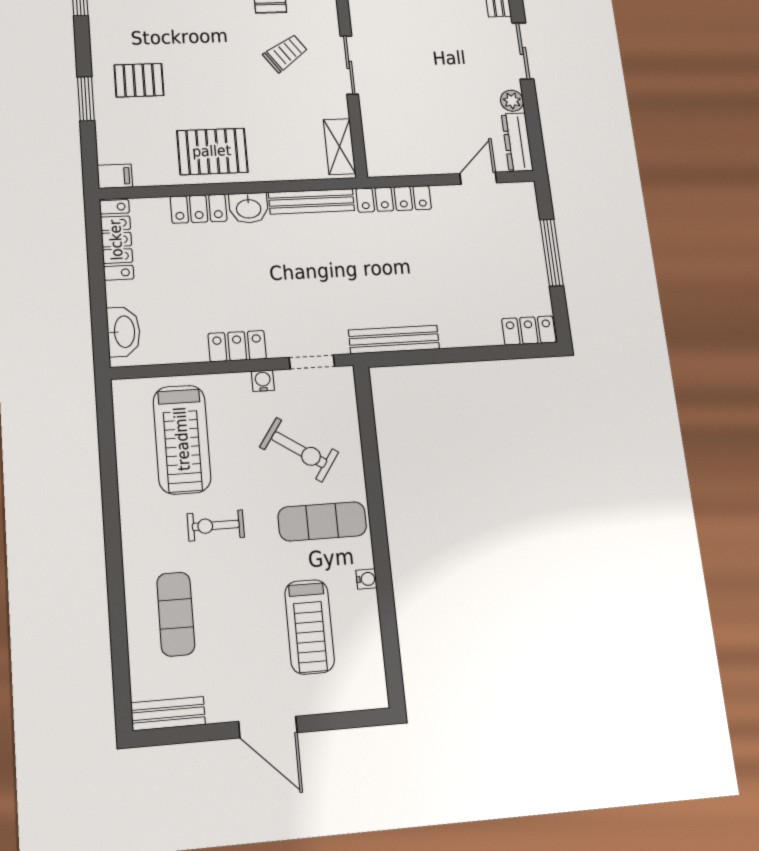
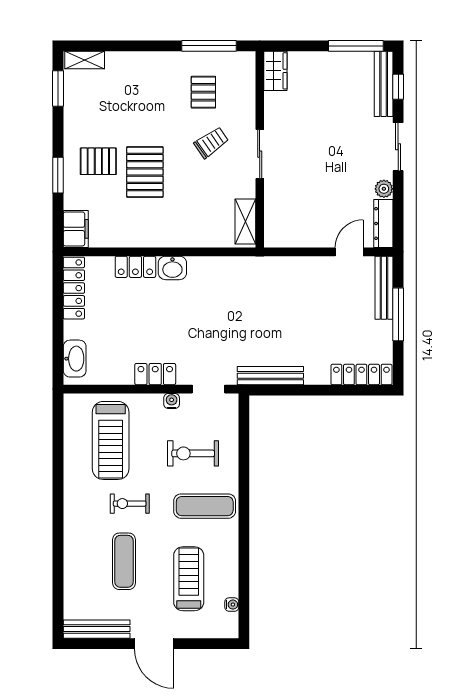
pallet: (212, 151) -> (145, 172), moved, turned 90
filing cabinet: (115, 176) -> (76, 229), width x2.00
locker: (394, 199) -> (282, 266), removed
bench: (311, 201) -> (384, 288), moved, turned 90
locker: (529, 330) -> (361, 375), width x1.53
exercise bike: (299, 450) -> (193, 453), turned 146
water cooler: (366, 579) -> (232, 605), moved
exercise mat: (176, 614) -> (124, 561), moved
treadmill: (309, 627) -> (189, 579), turned 180
bench: (168, 714) -> (97, 629), width x1.36

